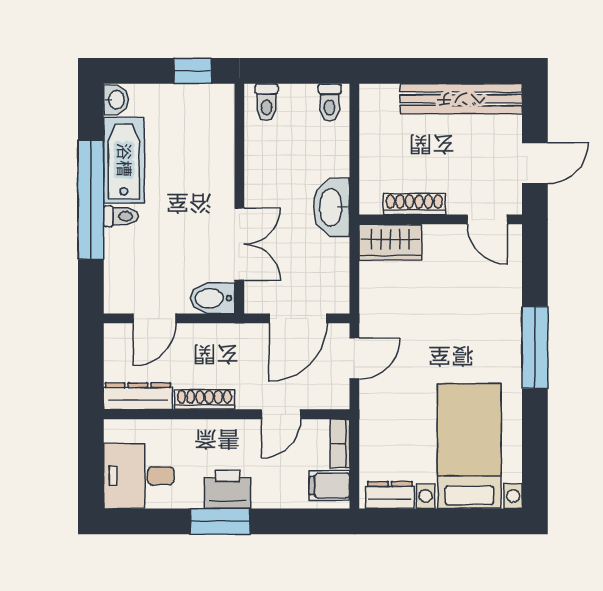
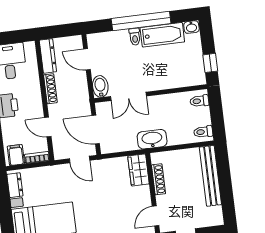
bench: (461, 99) -> (210, 176), moved

